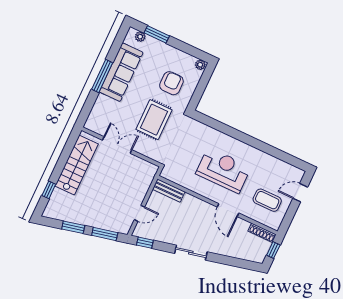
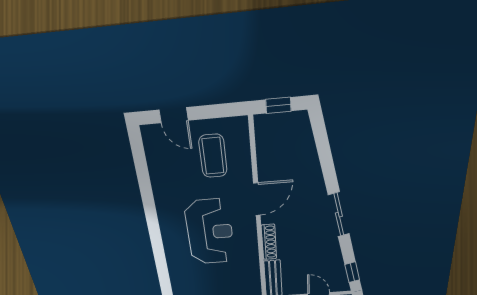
reception desk: (223, 170) -> (210, 232), turned 180
shoe rack: (262, 233) -> (269, 242), moved

